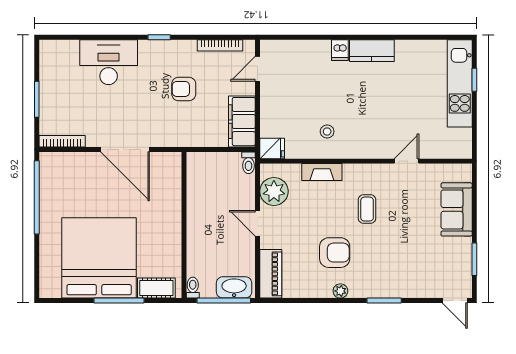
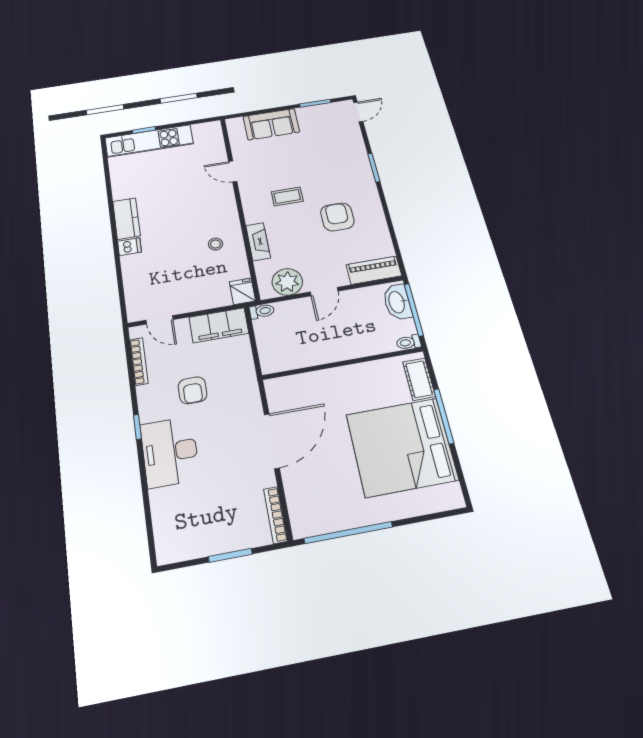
desk: (109, 62) -> (170, 452), moved
plant: (340, 291) -> (375, 206), removed

